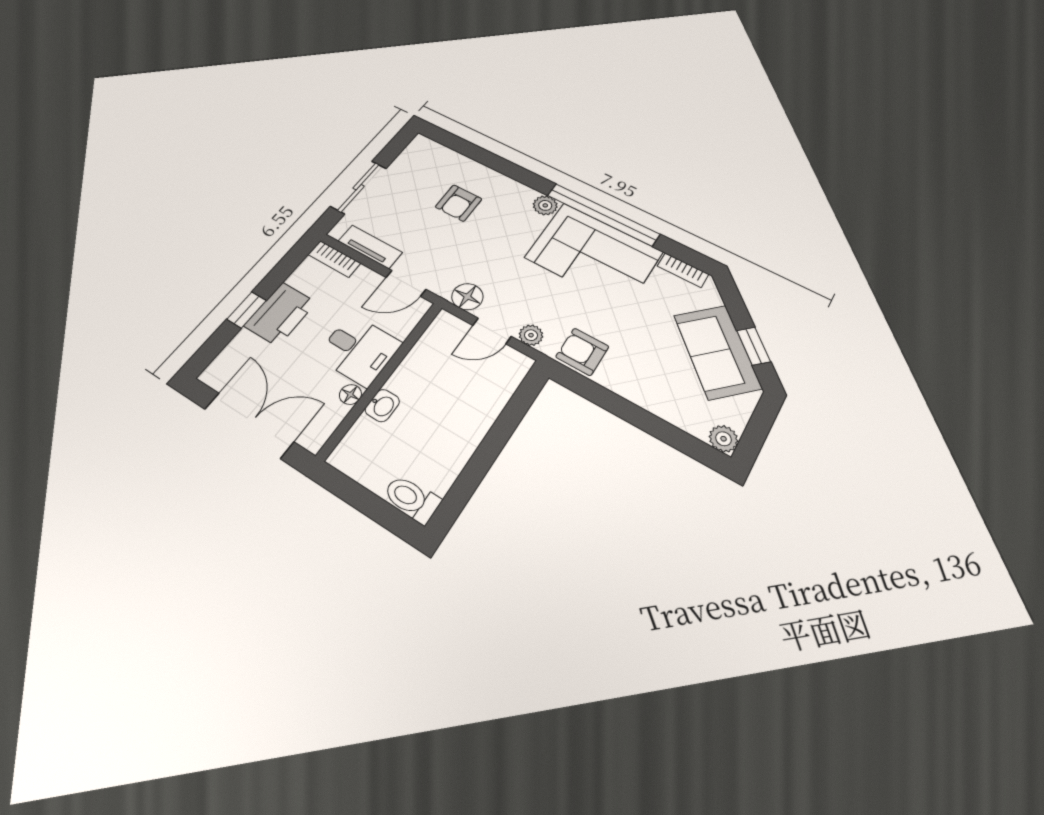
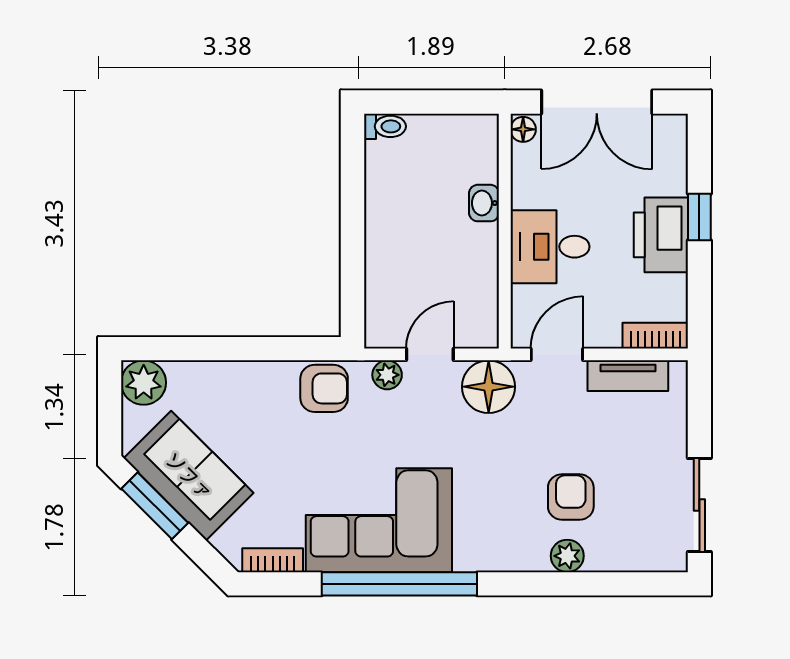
sliding door: (359, 187) -> (699, 505), moved
plant: (545, 205) -> (567, 556), moved
floor lamp: (467, 297) -> (489, 387), width x1.38, depth x1.38
window: (754, 346) -> (155, 506), width x1.50
floor lamp: (350, 395) -> (523, 129), moved
plant: (724, 439) -> (144, 383), width x1.38, depth x1.38
toilet: (412, 499) -> (385, 126), width x0.73, depth x0.72

